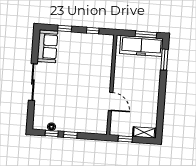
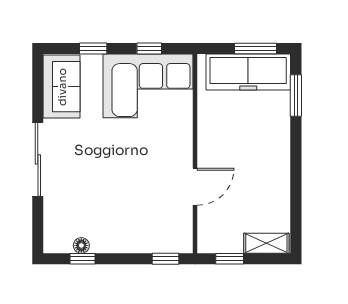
corner sofa: (91, 49) -> (148, 86), added
door: (111, 102) -> (195, 187), hinge flipped
window: (70, 135) -> (166, 259), moved

